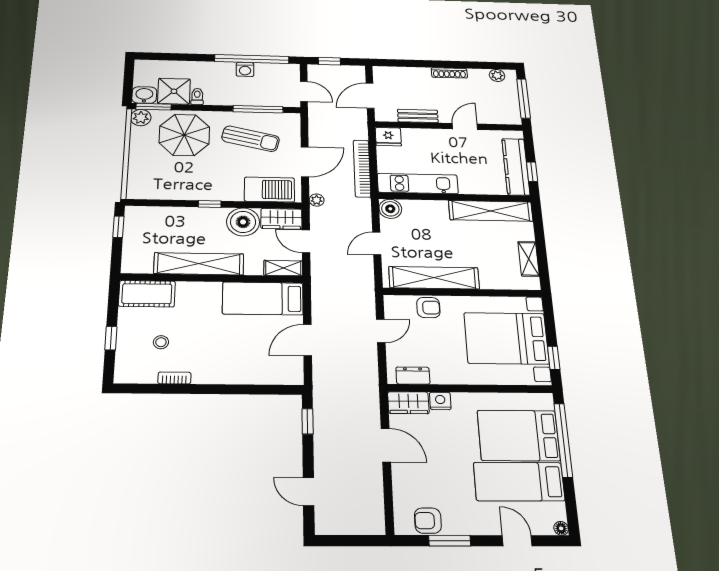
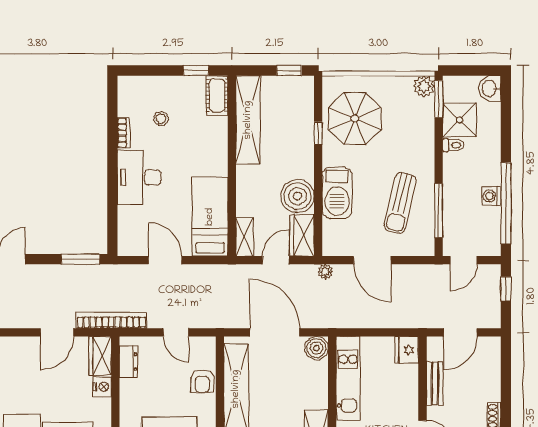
washbasin: (144, 95) -> (490, 88), moved, turned 180
door: (370, 96) -> (460, 332), swing flipped
parasol: (184, 135) -> (355, 118), moved
bookcase: (362, 168) -> (111, 320), moved
barbecue: (269, 190) -> (337, 193), moved
window: (210, 204) -> (318, 133), moved
door: (377, 243) -> (275, 332), width x1.87
shelving: (199, 264) -> (248, 120), moved
cot: (147, 294) -> (217, 95), width x0.73, depth x0.75
window: (111, 338) -> (196, 71), moved
desk: (222, 363) -> (139, 177), added
window: (308, 421) -> (80, 259), width x1.50

